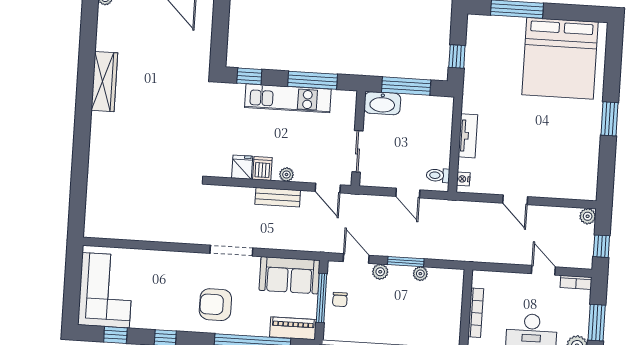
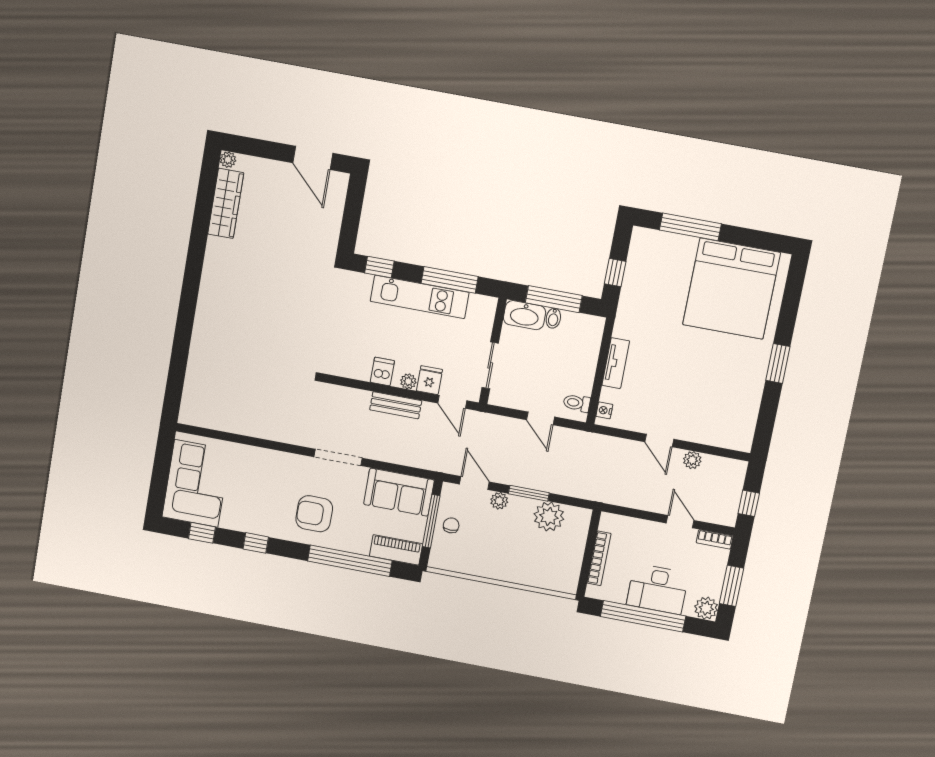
wardrobe: (104, 82) -> (226, 203), moved
bidet: (408, 103) -> (553, 318), added
fridge: (242, 167) -> (429, 380), moved
plant: (588, 216) -> (692, 460), moved
plant: (420, 274) -> (549, 516), width x1.88, depth x1.88
chair: (340, 300) -> (451, 525), turned 180

